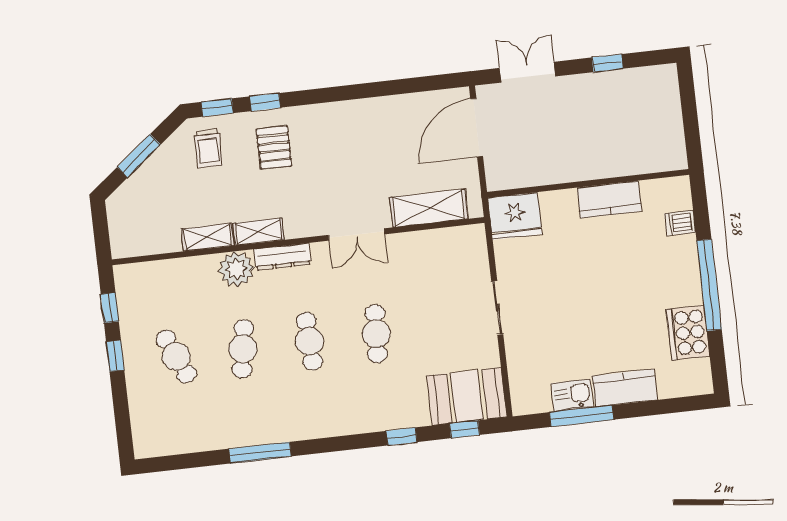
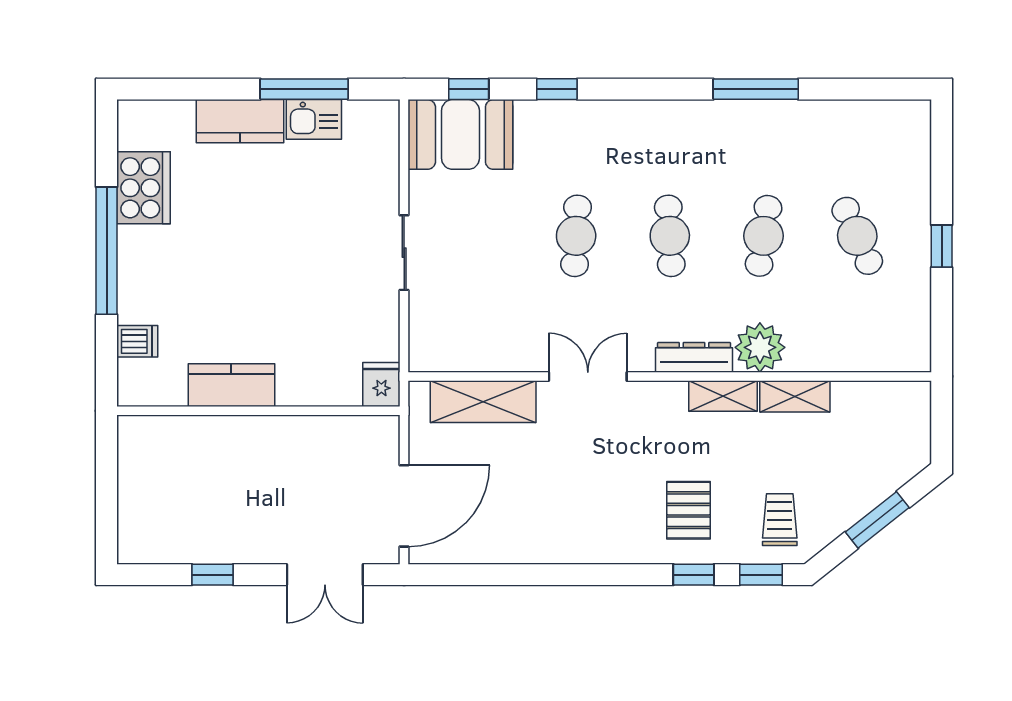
fridge: (515, 216) -> (381, 384), width x0.53, depth x0.75
window: (110, 308) -> (942, 314), removed

